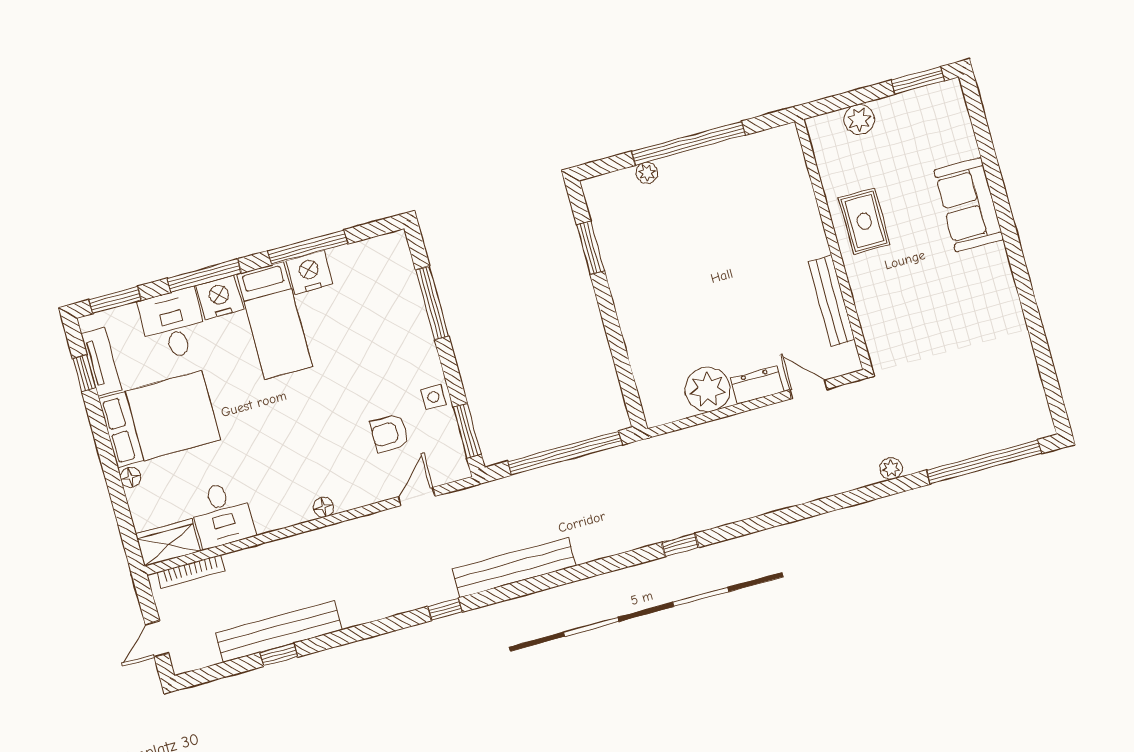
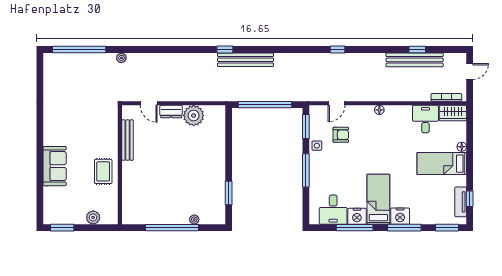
window: (432, 303) -> (306, 170), moved
desk: (173, 325) -> (333, 210), moved
bed: (159, 419) -> (442, 164), width x0.67
bench: (514, 567) -> (245, 60), moved

